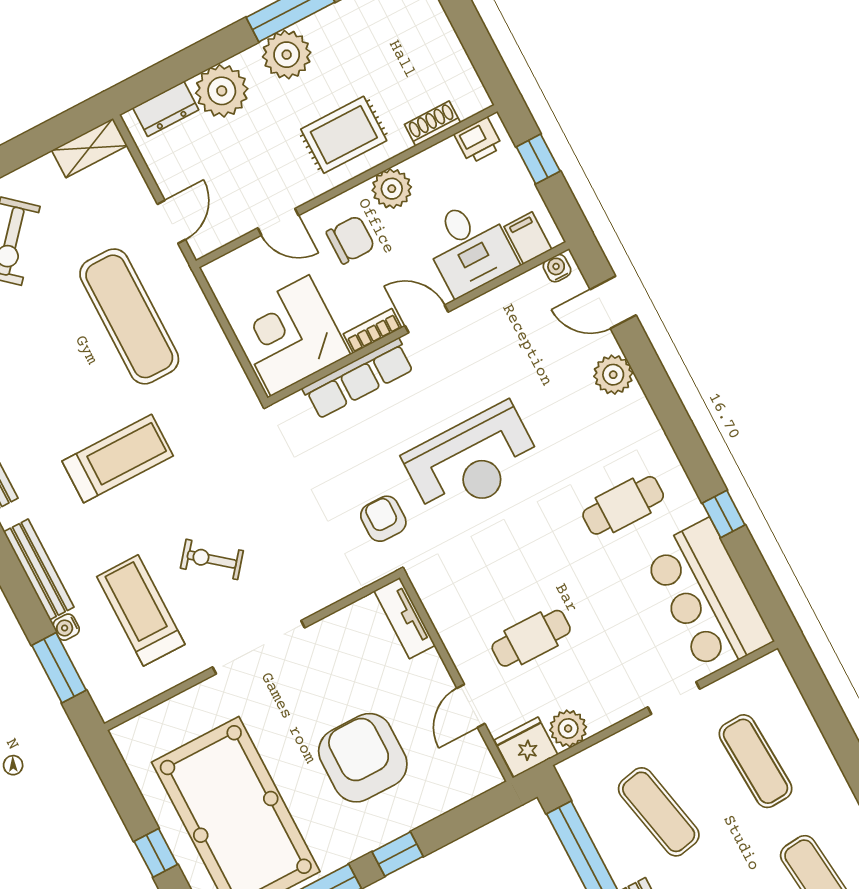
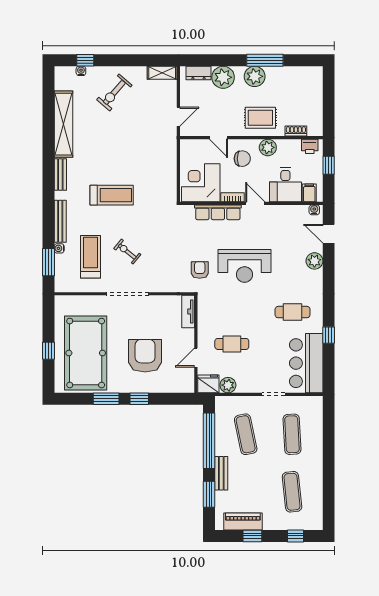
exercise mat: (129, 316) -> (144, 144), removed

